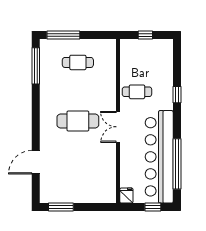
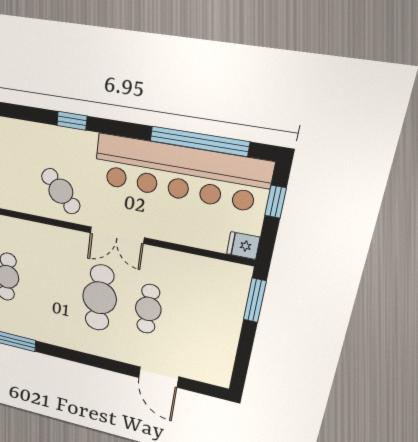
cafe table: (137, 92) -> (61, 191), turned -45
cafe table: (78, 150) -> (148, 309), added
window: (61, 207) -> (255, 300), moved

